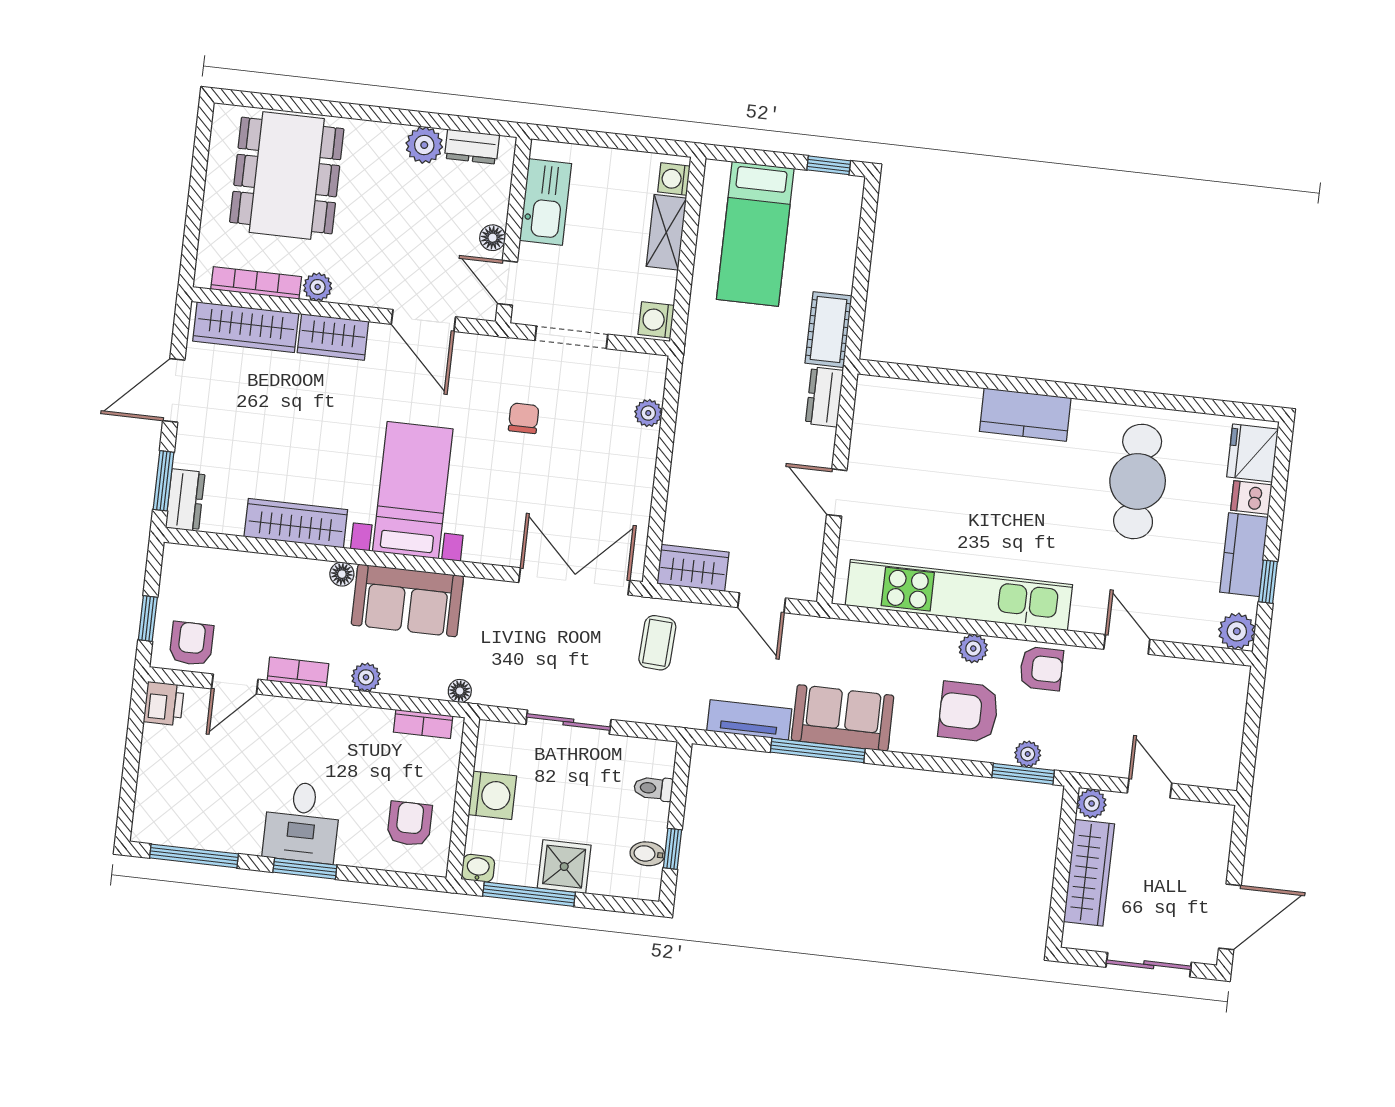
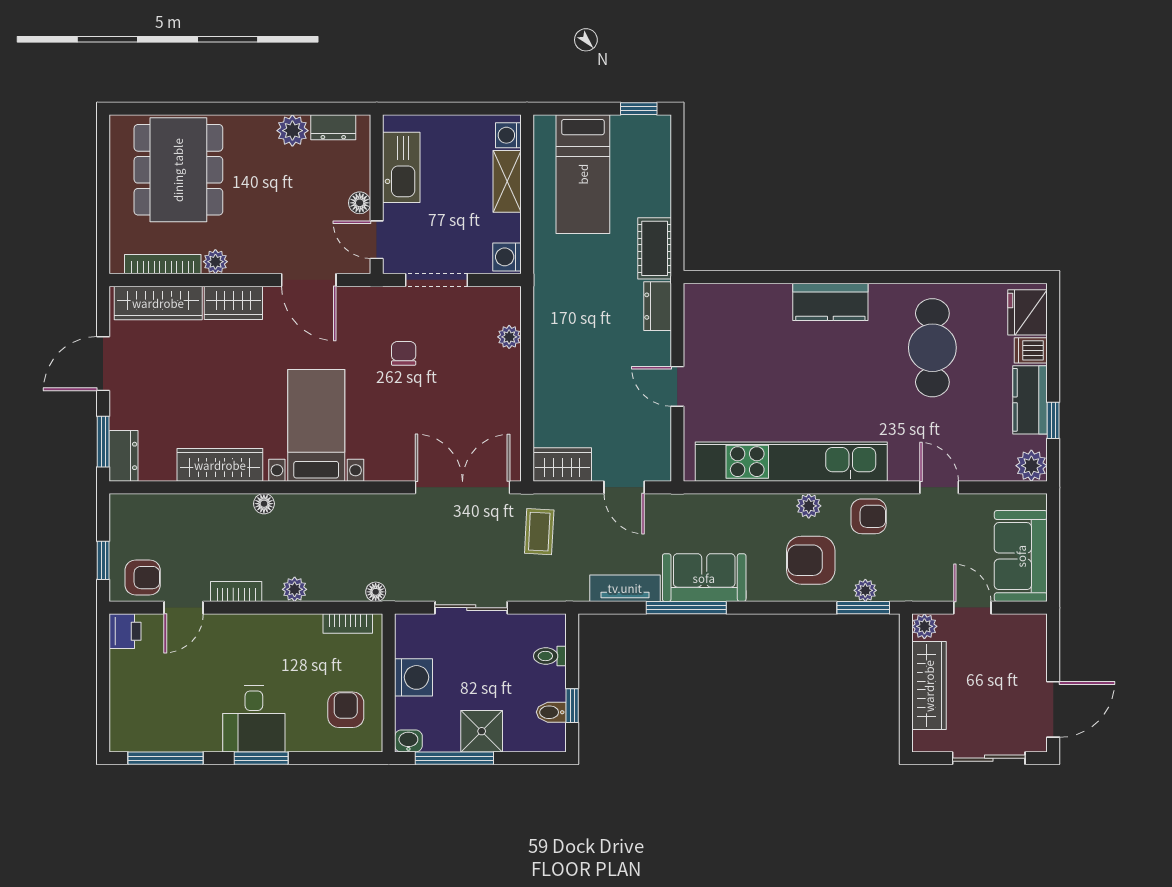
sofa: (407, 600) -> (1021, 556), moved, turned 90
armchair: (191, 644) -> (143, 578), turned 90

